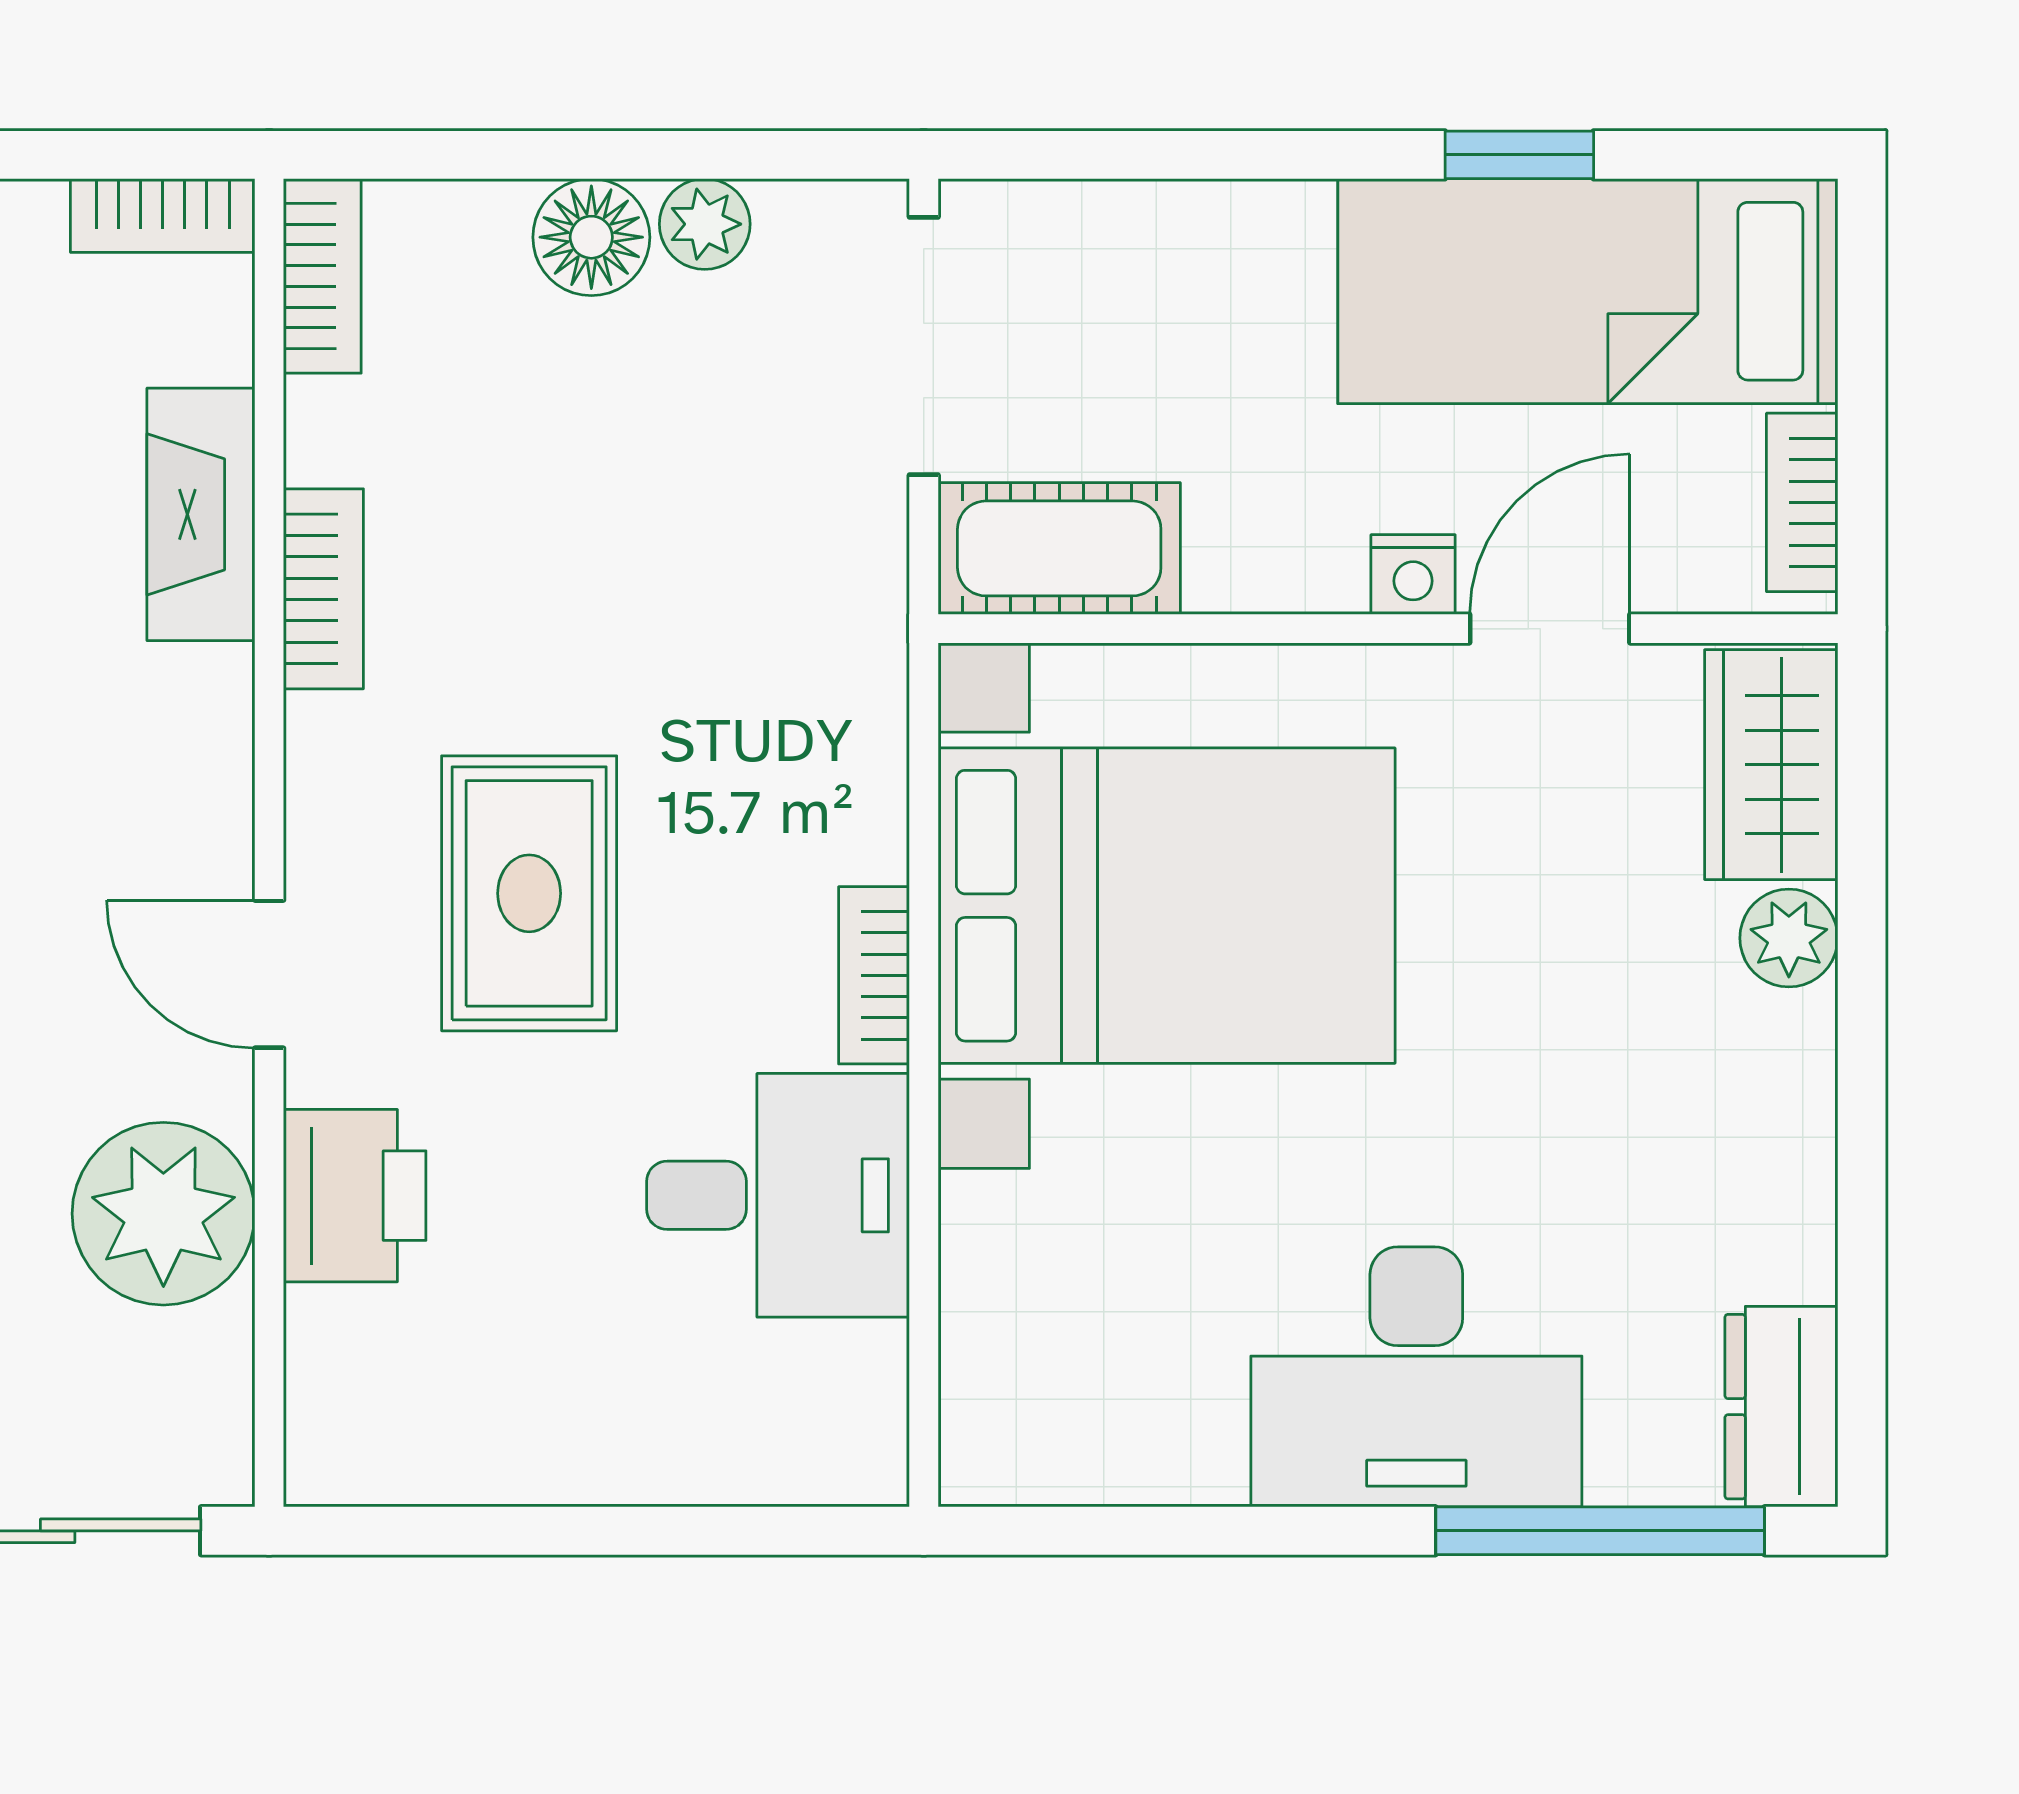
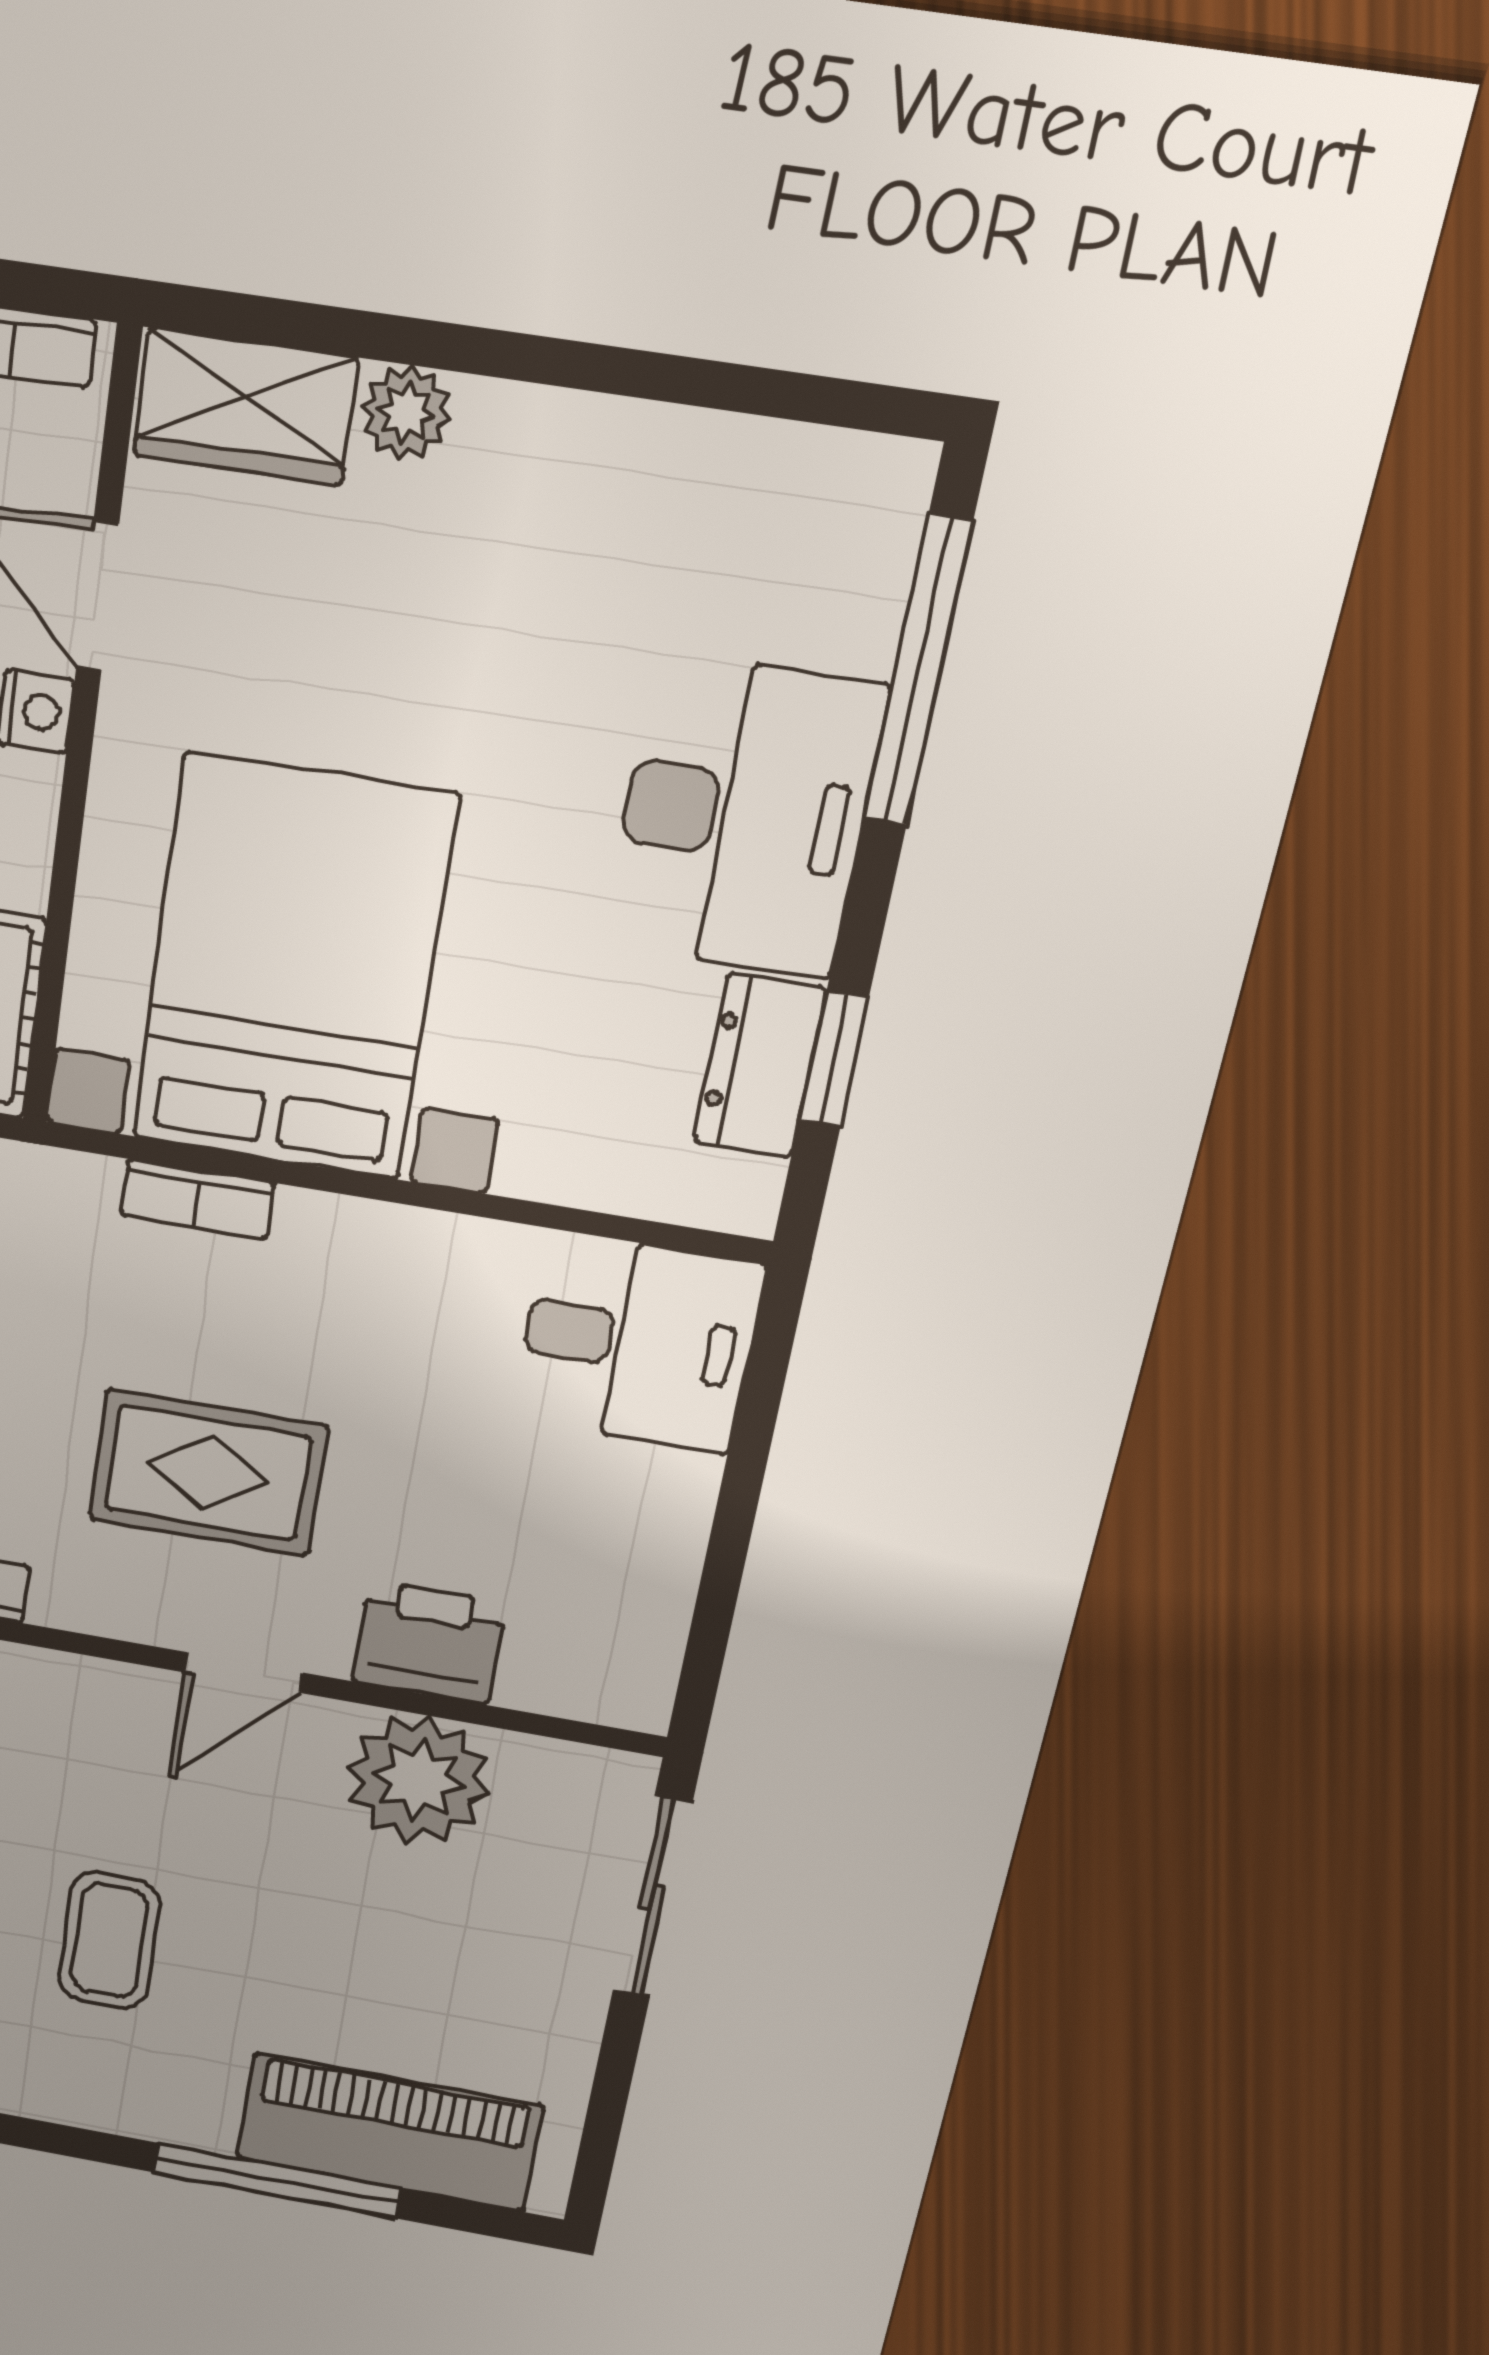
bookcase: (874, 975) -> (198, 1199), moved
desk: (778, 1195) -> (637, 1342), moved, turned 90
dresser: (1781, 1407) -> (760, 1066), moved, turned 90
window: (1162, 1531) -> (834, 1060), added

